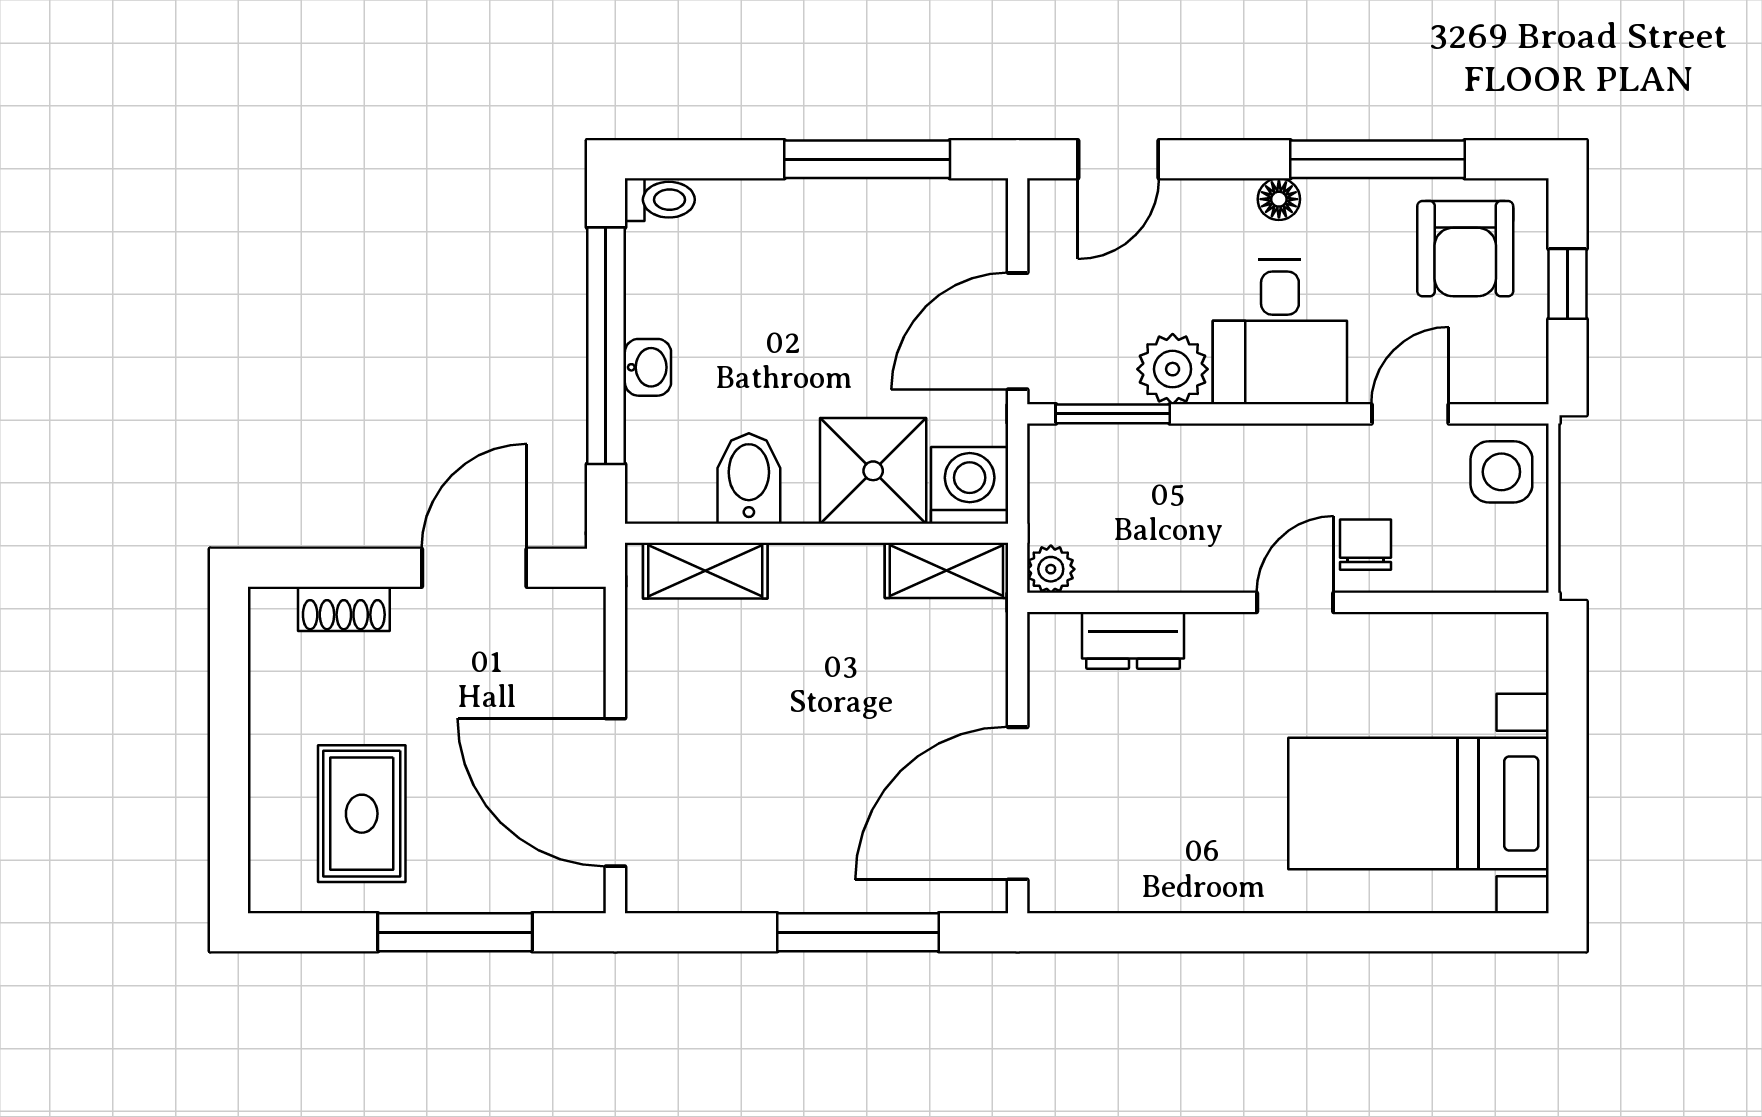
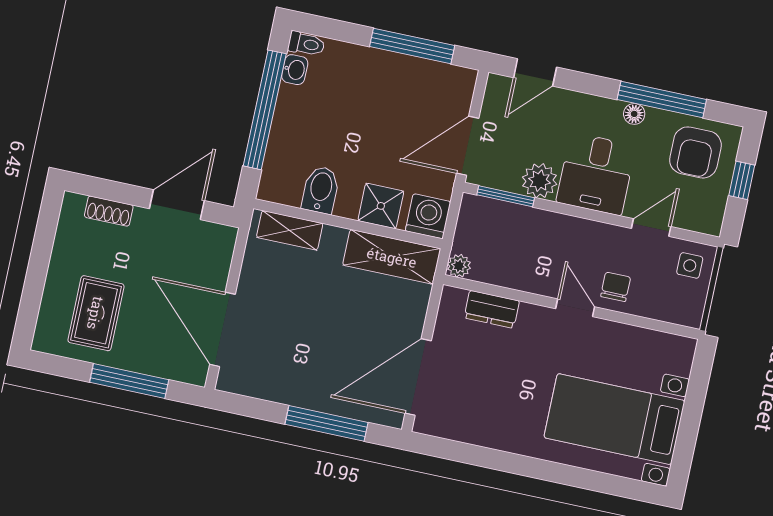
floor lamp: (1279, 199) -> (634, 114), moved
washbasin: (648, 367) -> (295, 70), moved
shower: (873, 471) -> (381, 206), width x0.73, depth x0.73
side table: (1501, 472) -> (690, 265), width x0.73, depth x0.73
shelving: (946, 570) -> (392, 257), width x1.50, depth x1.33
door: (1295, 602) -> (575, 308), hinge flipped

